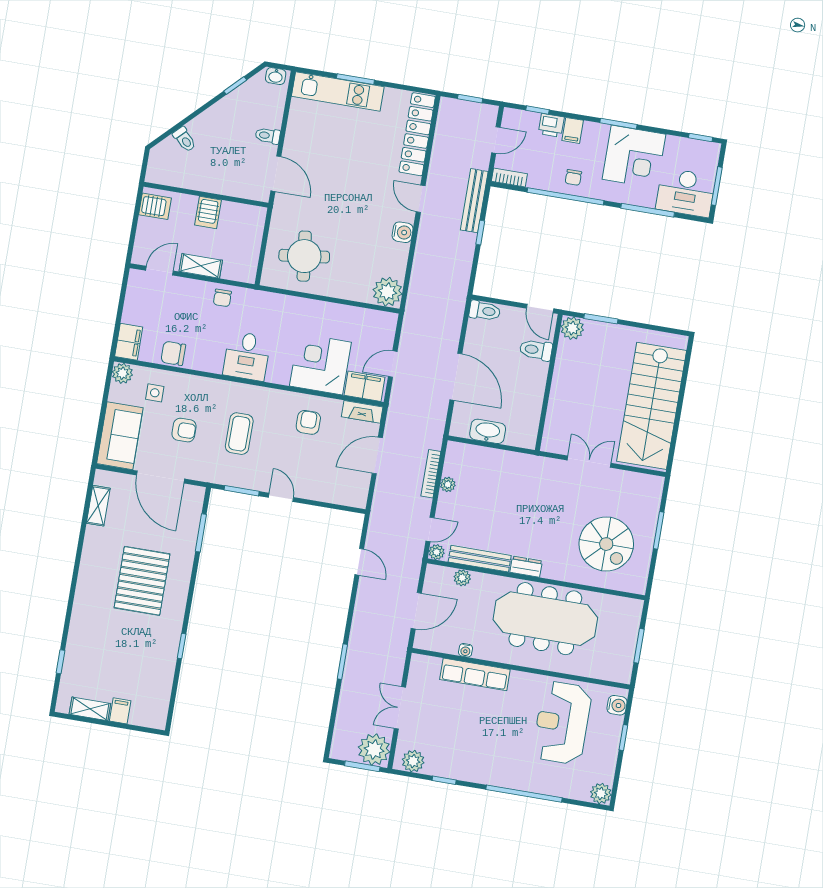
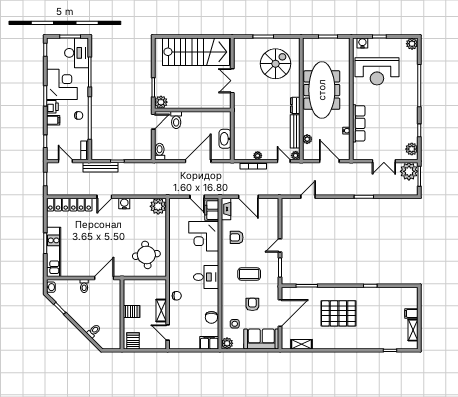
printer: (551, 125) -> (52, 107), moved

